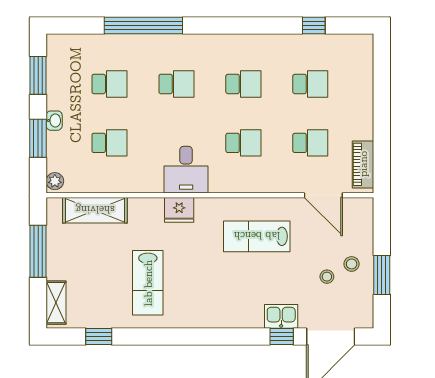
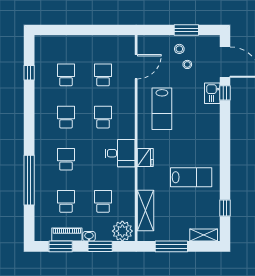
piano: (363, 164) -> (67, 235), moved, turned 180
plant: (55, 181) -> (122, 231), width x1.88, depth x1.88

